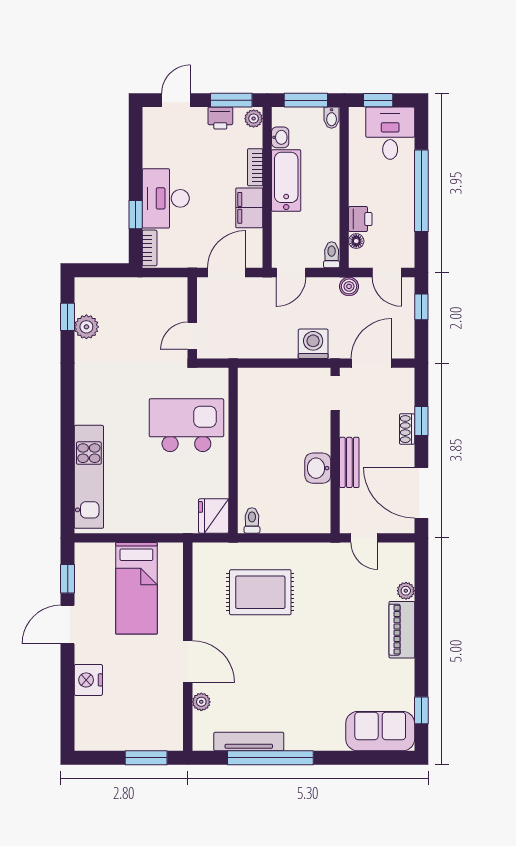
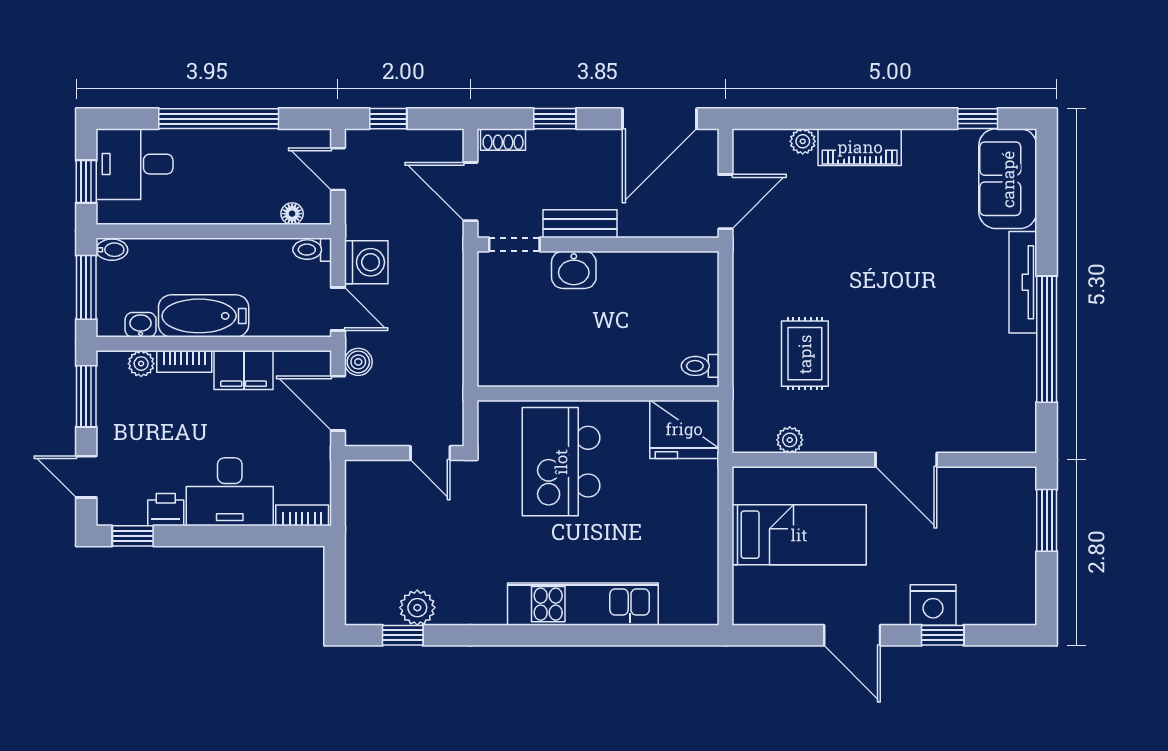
printer: (220, 118) -> (166, 510), moved, turned -90
plant: (254, 119) -> (141, 364), moved
window: (136, 215) -> (133, 536), moved
printer: (360, 219) -> (260, 208), removed
door: (387, 272) -> (338, 169), swing flipped
boiler: (349, 286) -> (358, 362), moved
washing machine: (313, 344) -> (366, 262), moved, turned 180
shoe rack: (407, 429) -> (503, 139), moved
bench: (349, 462) -> (580, 224), moved
washbasin: (318, 468) -> (574, 270), moved
kitchen unit: (89, 477) -> (583, 604), moved
fridge: (214, 516) -> (684, 429), width x1.36, depth x1.34
door: (364, 538) -> (725, 202), width x1.38
window: (68, 579) -> (943, 635), moved
rug: (260, 592) -> (805, 354), width x0.73, depth x0.70
door: (188, 662) -> (906, 460), swing flipped
plant: (201, 702) -> (790, 440), moved
tv unit: (249, 742) -> (1023, 282), moved

